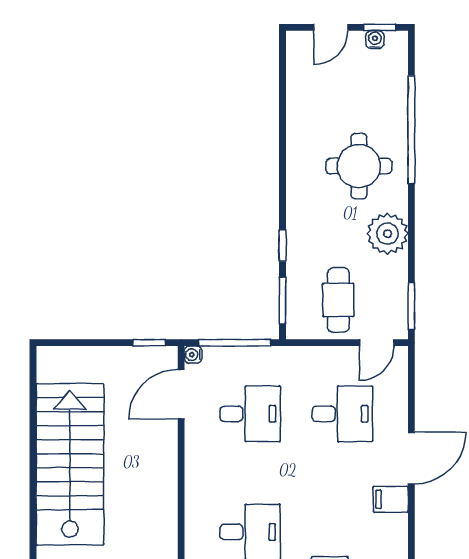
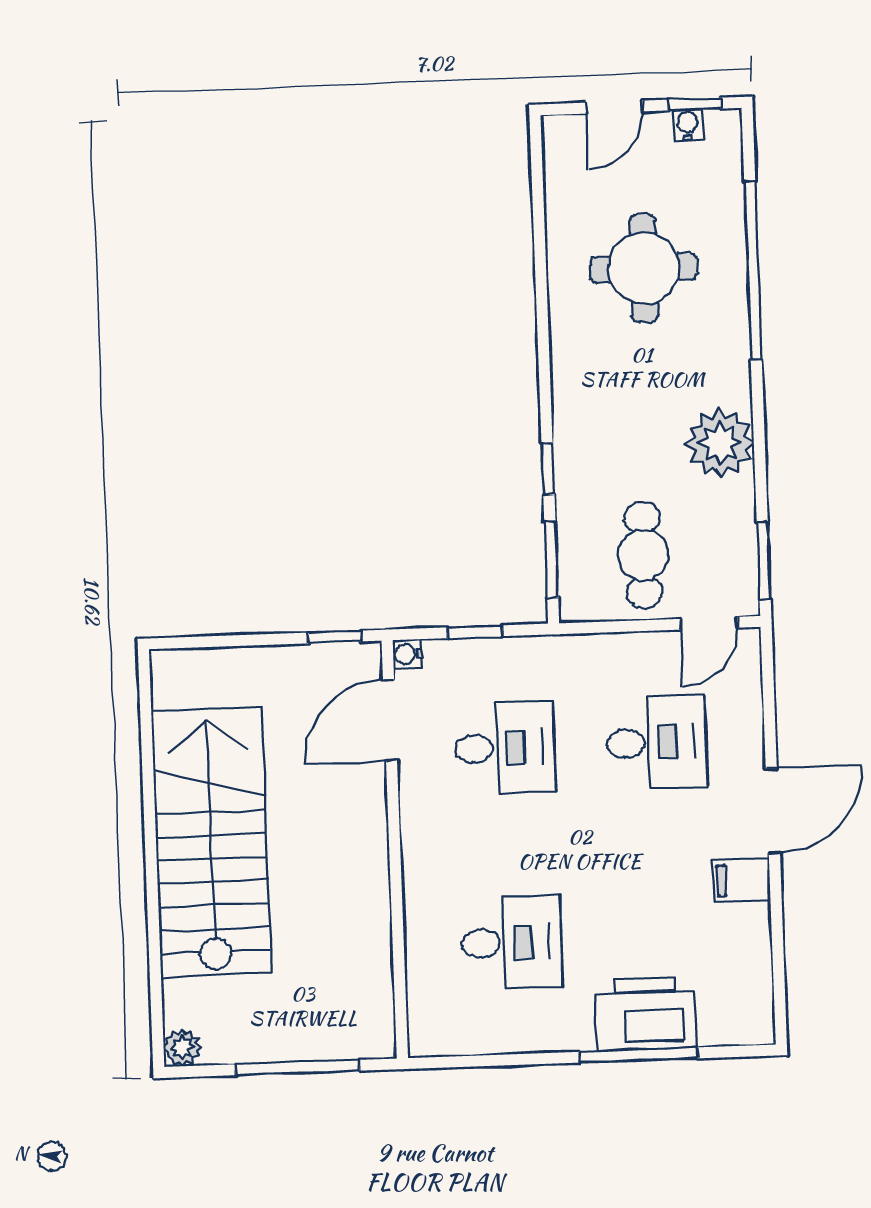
round table: (359, 166) -> (644, 268), moved
window: (235, 343) -> (475, 632), width x0.46

